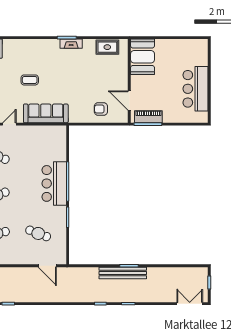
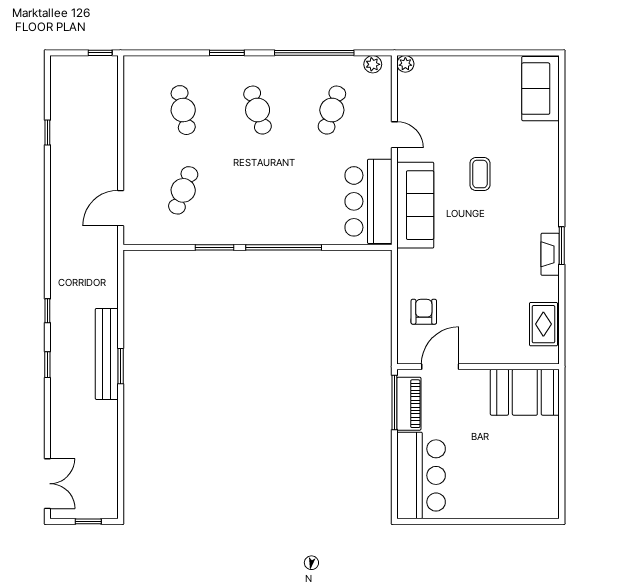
bar counter: (196, 89) -> (421, 475), moved, turned 90
bar counter: (54, 183) -> (368, 201), moved, turned -90

